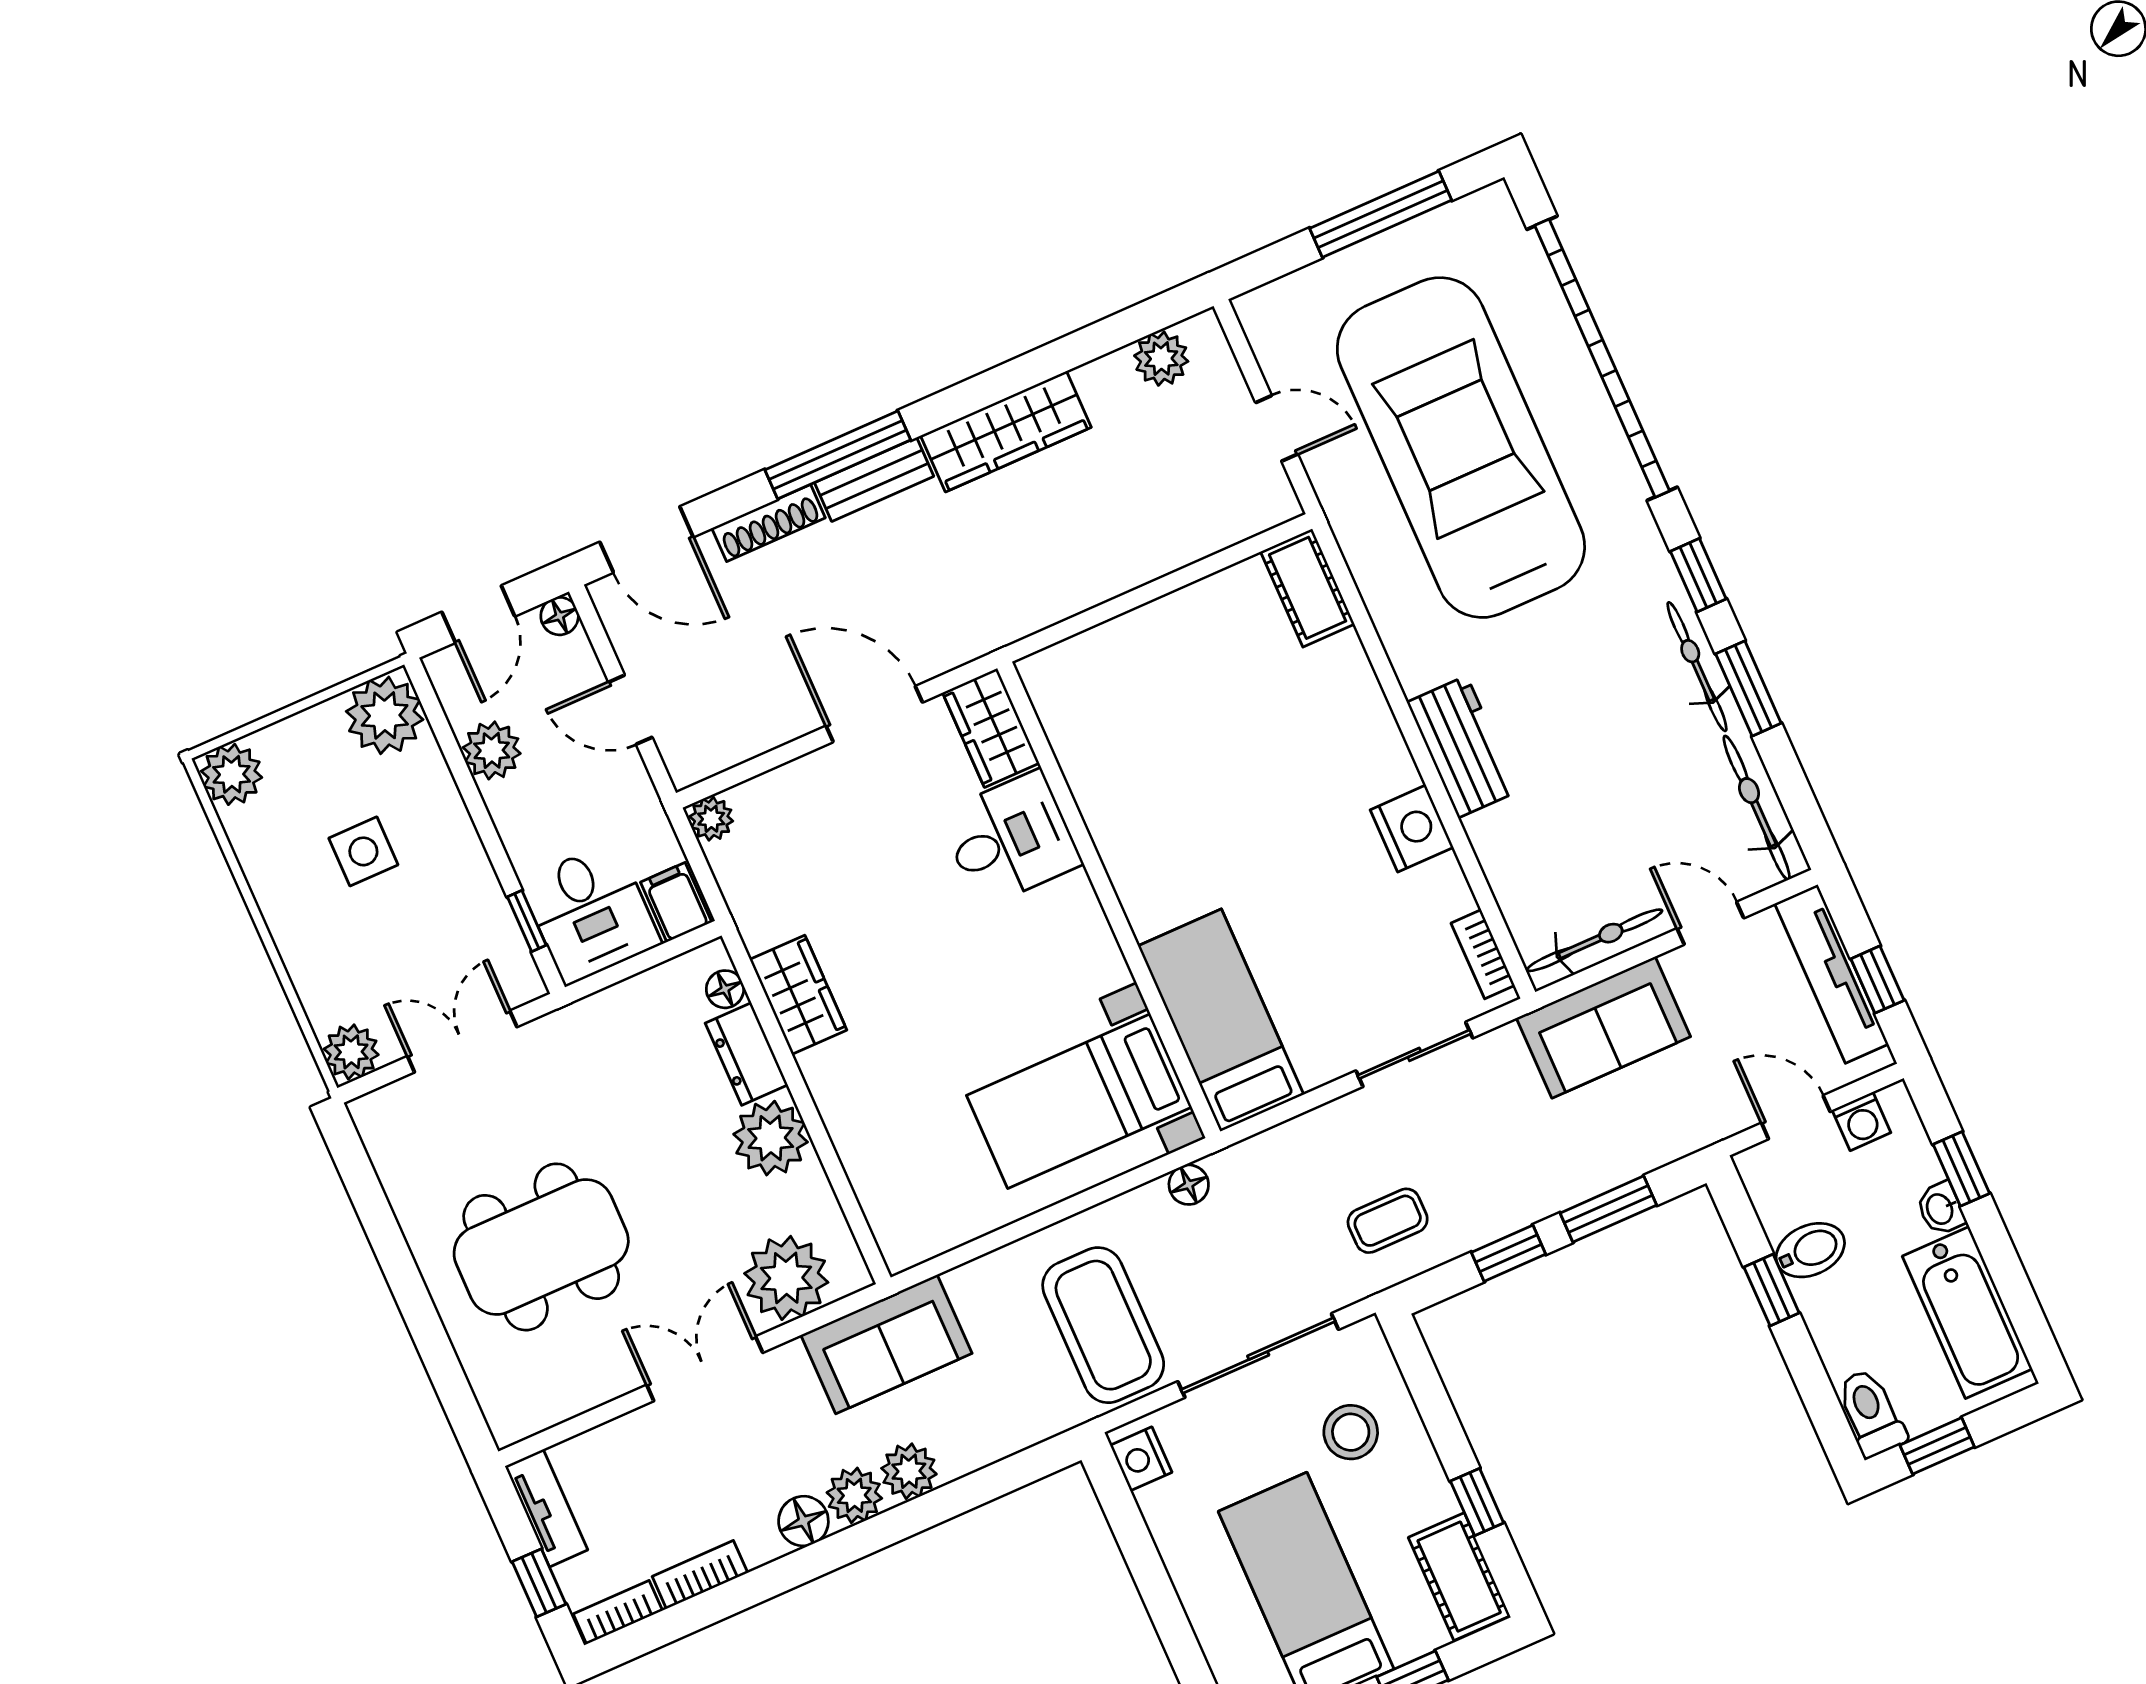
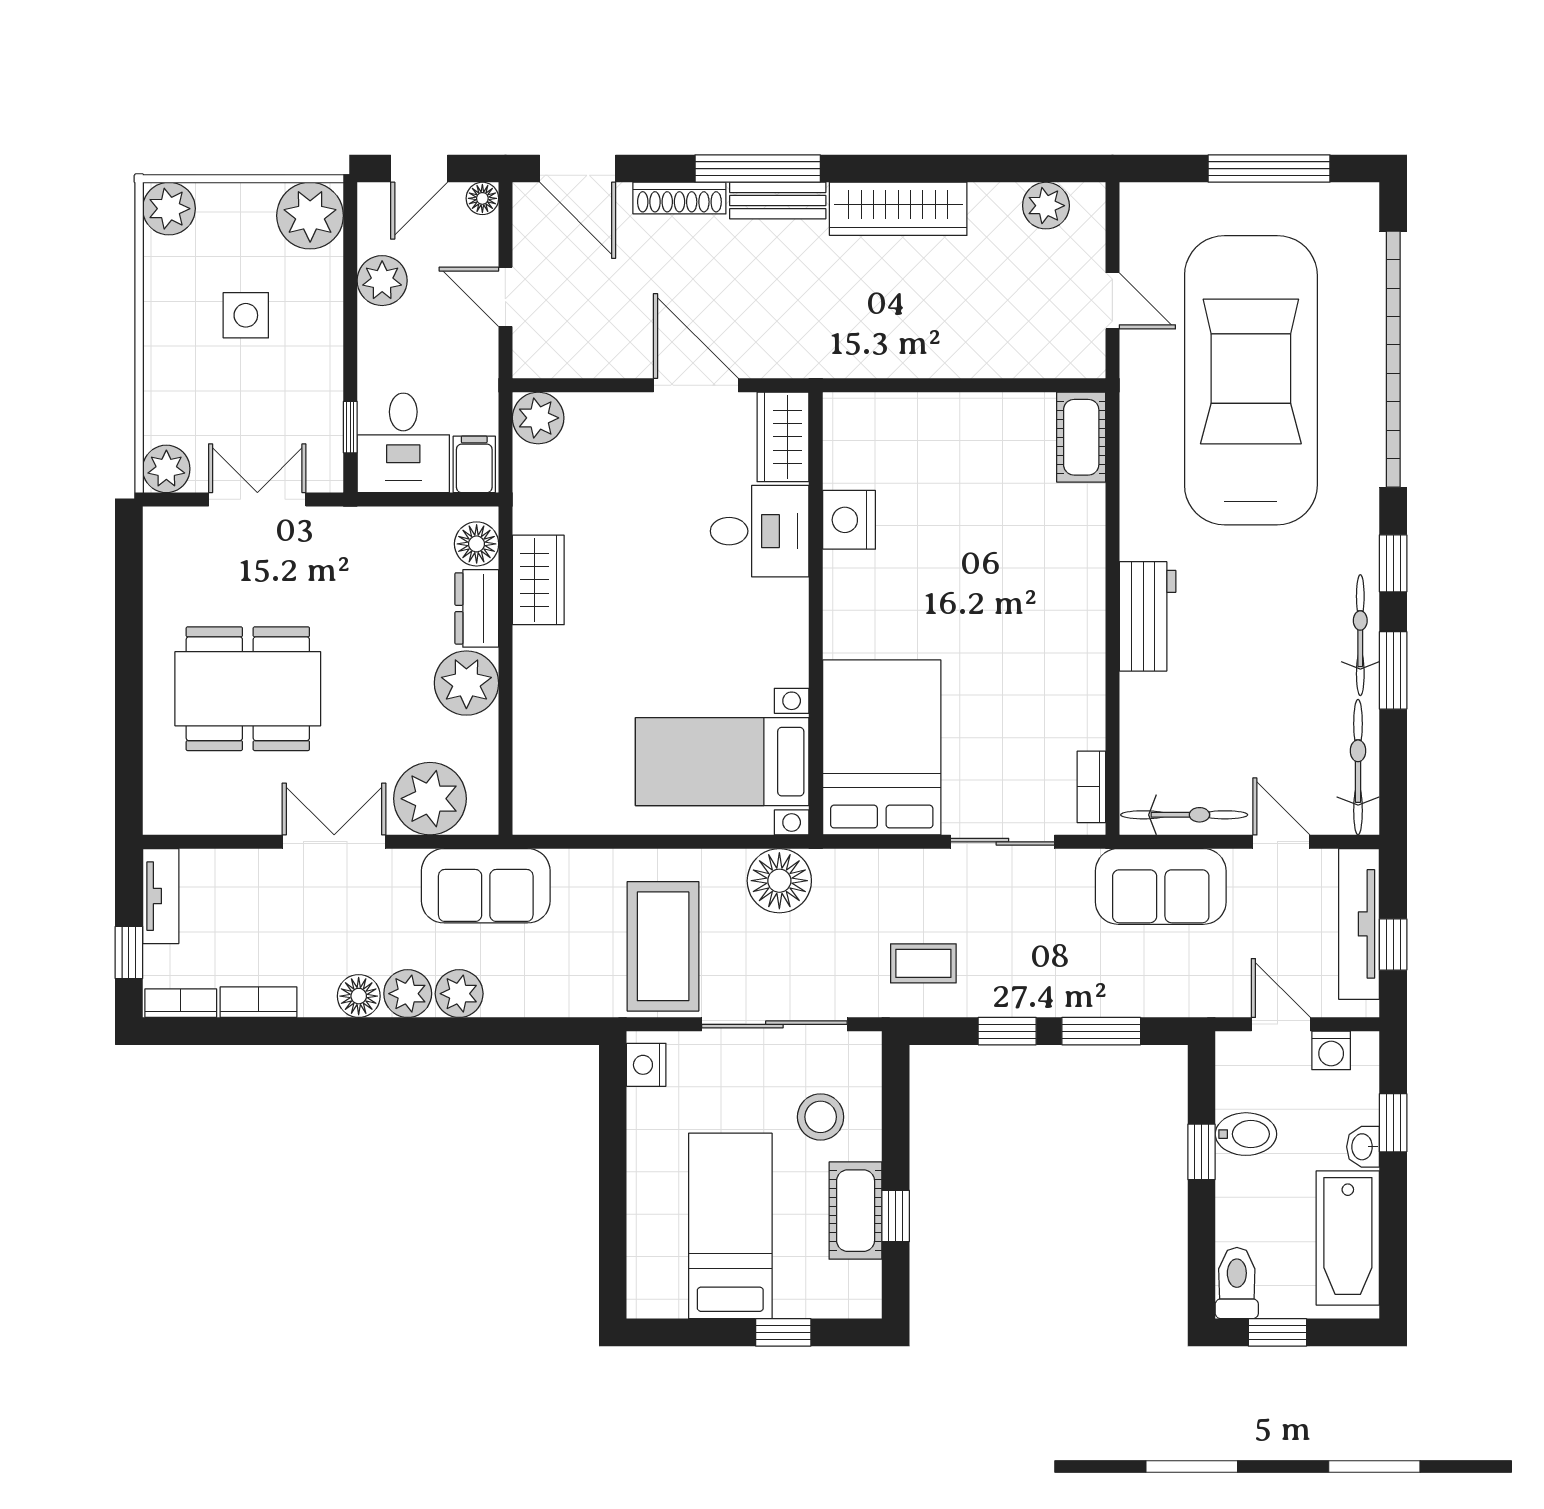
plant: (711, 819) -> (538, 418), width x1.38, depth x1.38
nightstand: (1412, 829) -> (849, 520), moved, turned 180
floor lamp: (725, 989) -> (477, 544), width x1.37, depth x1.37
bed: (1221, 1020) -> (882, 747), width x1.50
floor lamp: (1189, 1185) -> (779, 881), width x1.89, depth x1.89
cot: (1459, 1577) -> (856, 1211), moved

